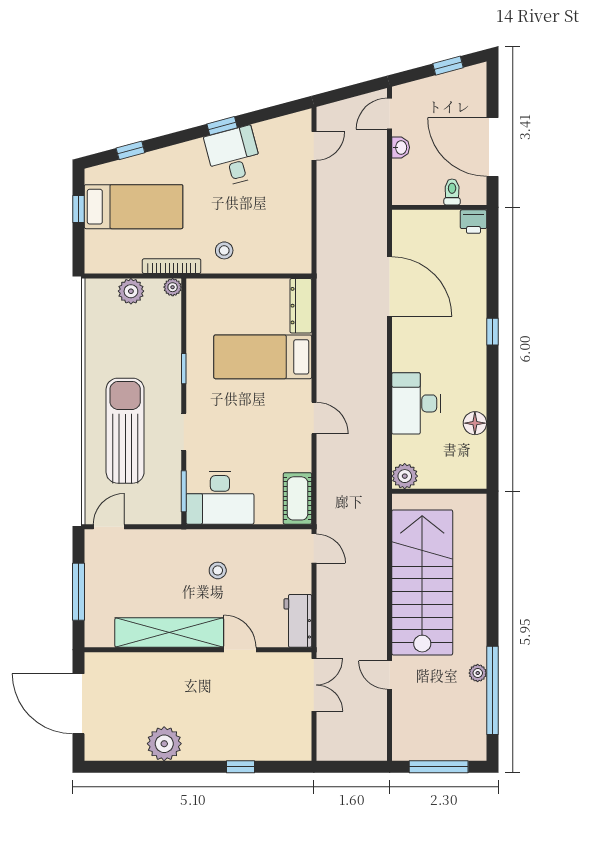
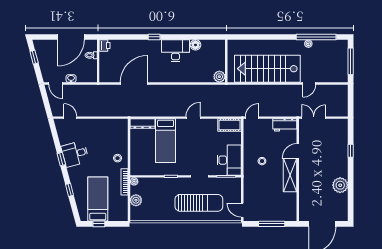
window: (130, 150) -> (70, 190), moved
desk: (416, 403) -> (175, 51), moved, turned 180
sun lounger: (125, 431) -> (199, 203), turned 180
shelving: (169, 633) -> (290, 175), width x0.68

